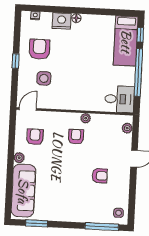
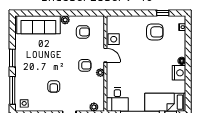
nightstand: (62, 21) -> (179, 73), moved
window: (16, 61) -> (163, 13), moved
side table: (44, 78) -> (114, 39), moved
door: (28, 109) -> (105, 55), moved
window: (37, 223) -> (12, 58), moved

